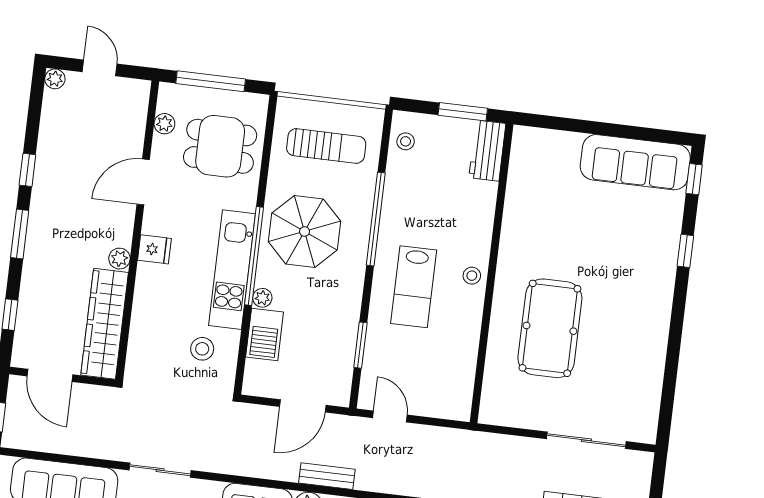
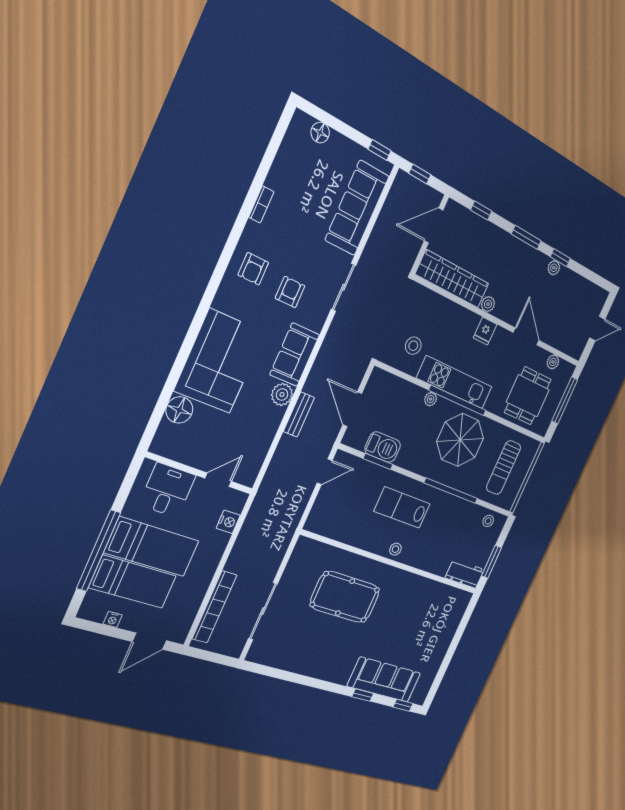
plant: (55, 79) -> (554, 268), moved
sofa: (635, 162) -> (384, 680), moved, turned 90
barbecue: (265, 335) -> (383, 447), moved, turned 180

